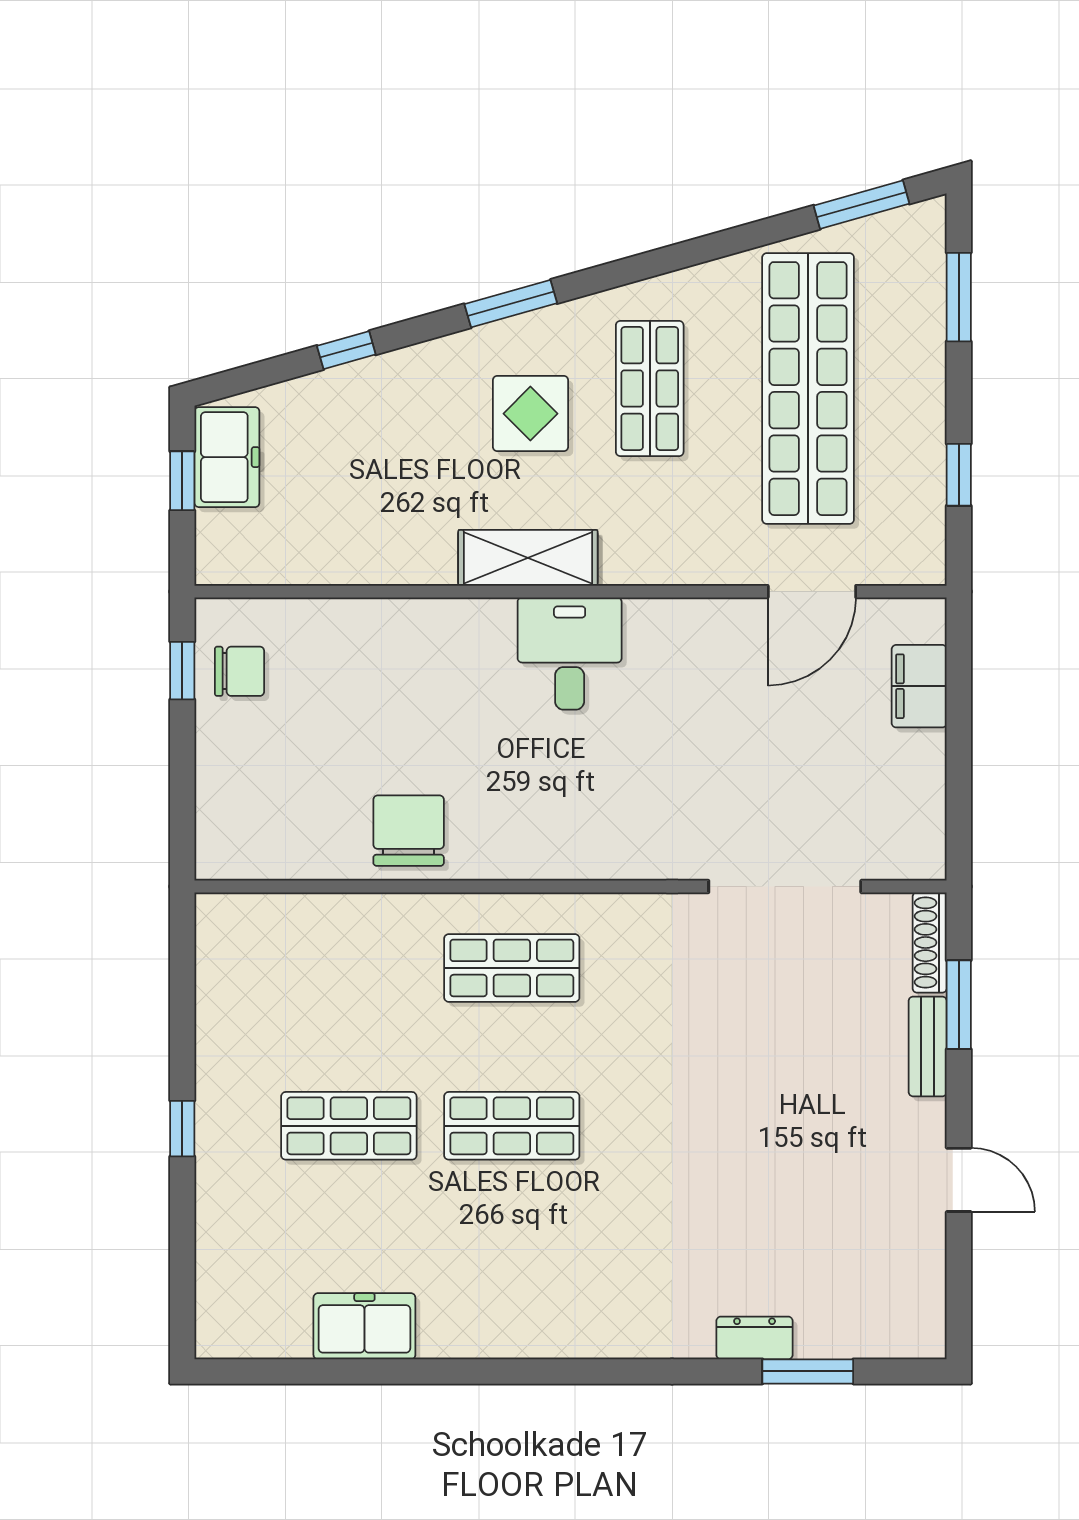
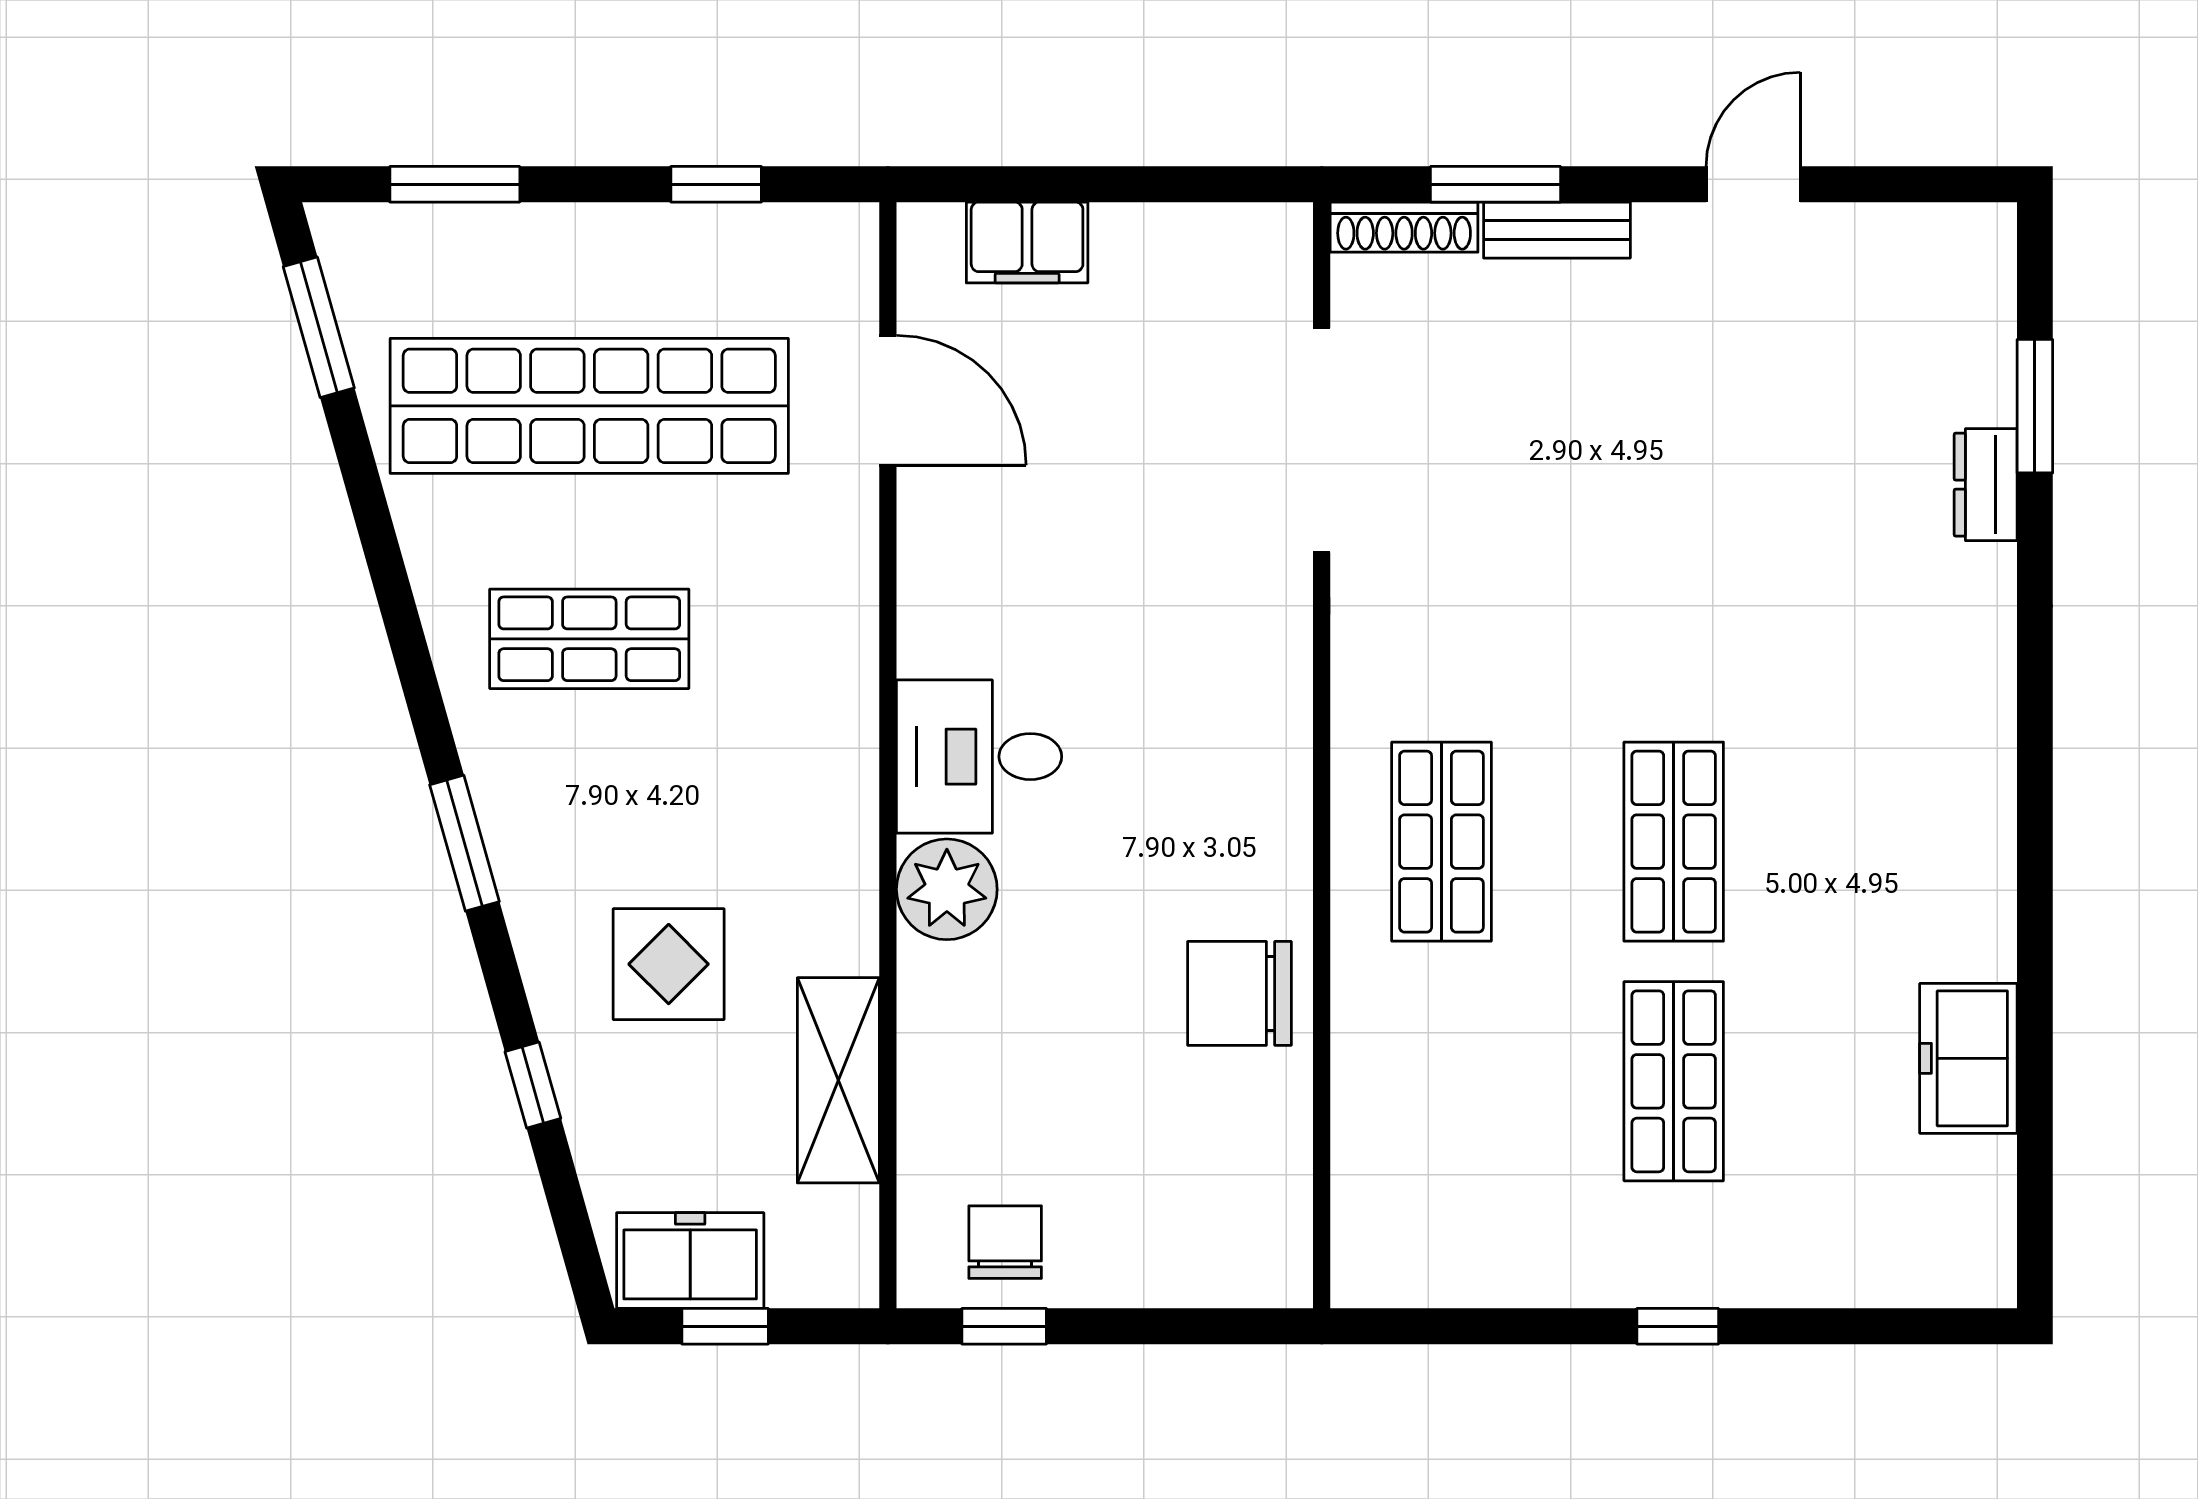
display table: (530, 414) -> (669, 964), moved
shelving: (528, 558) -> (838, 1080), moved
plant: (479, 632) -> (947, 889), added

